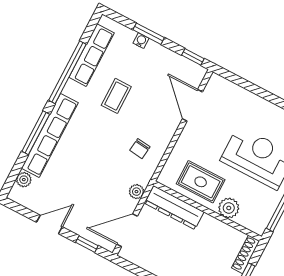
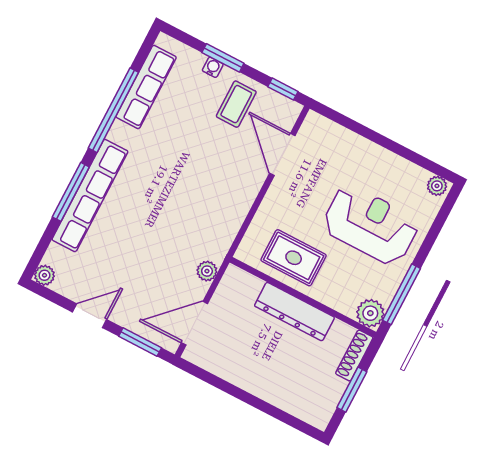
coffee table: (116, 96) -> (236, 104), moved
chair: (140, 149) -> (211, 213), removed
plant: (24, 180) -> (44, 275), moved
dresser: (174, 208) -> (294, 312), moved
plant: (229, 208) -> (370, 313), moved
window: (87, 244) -> (140, 342), width x1.50

